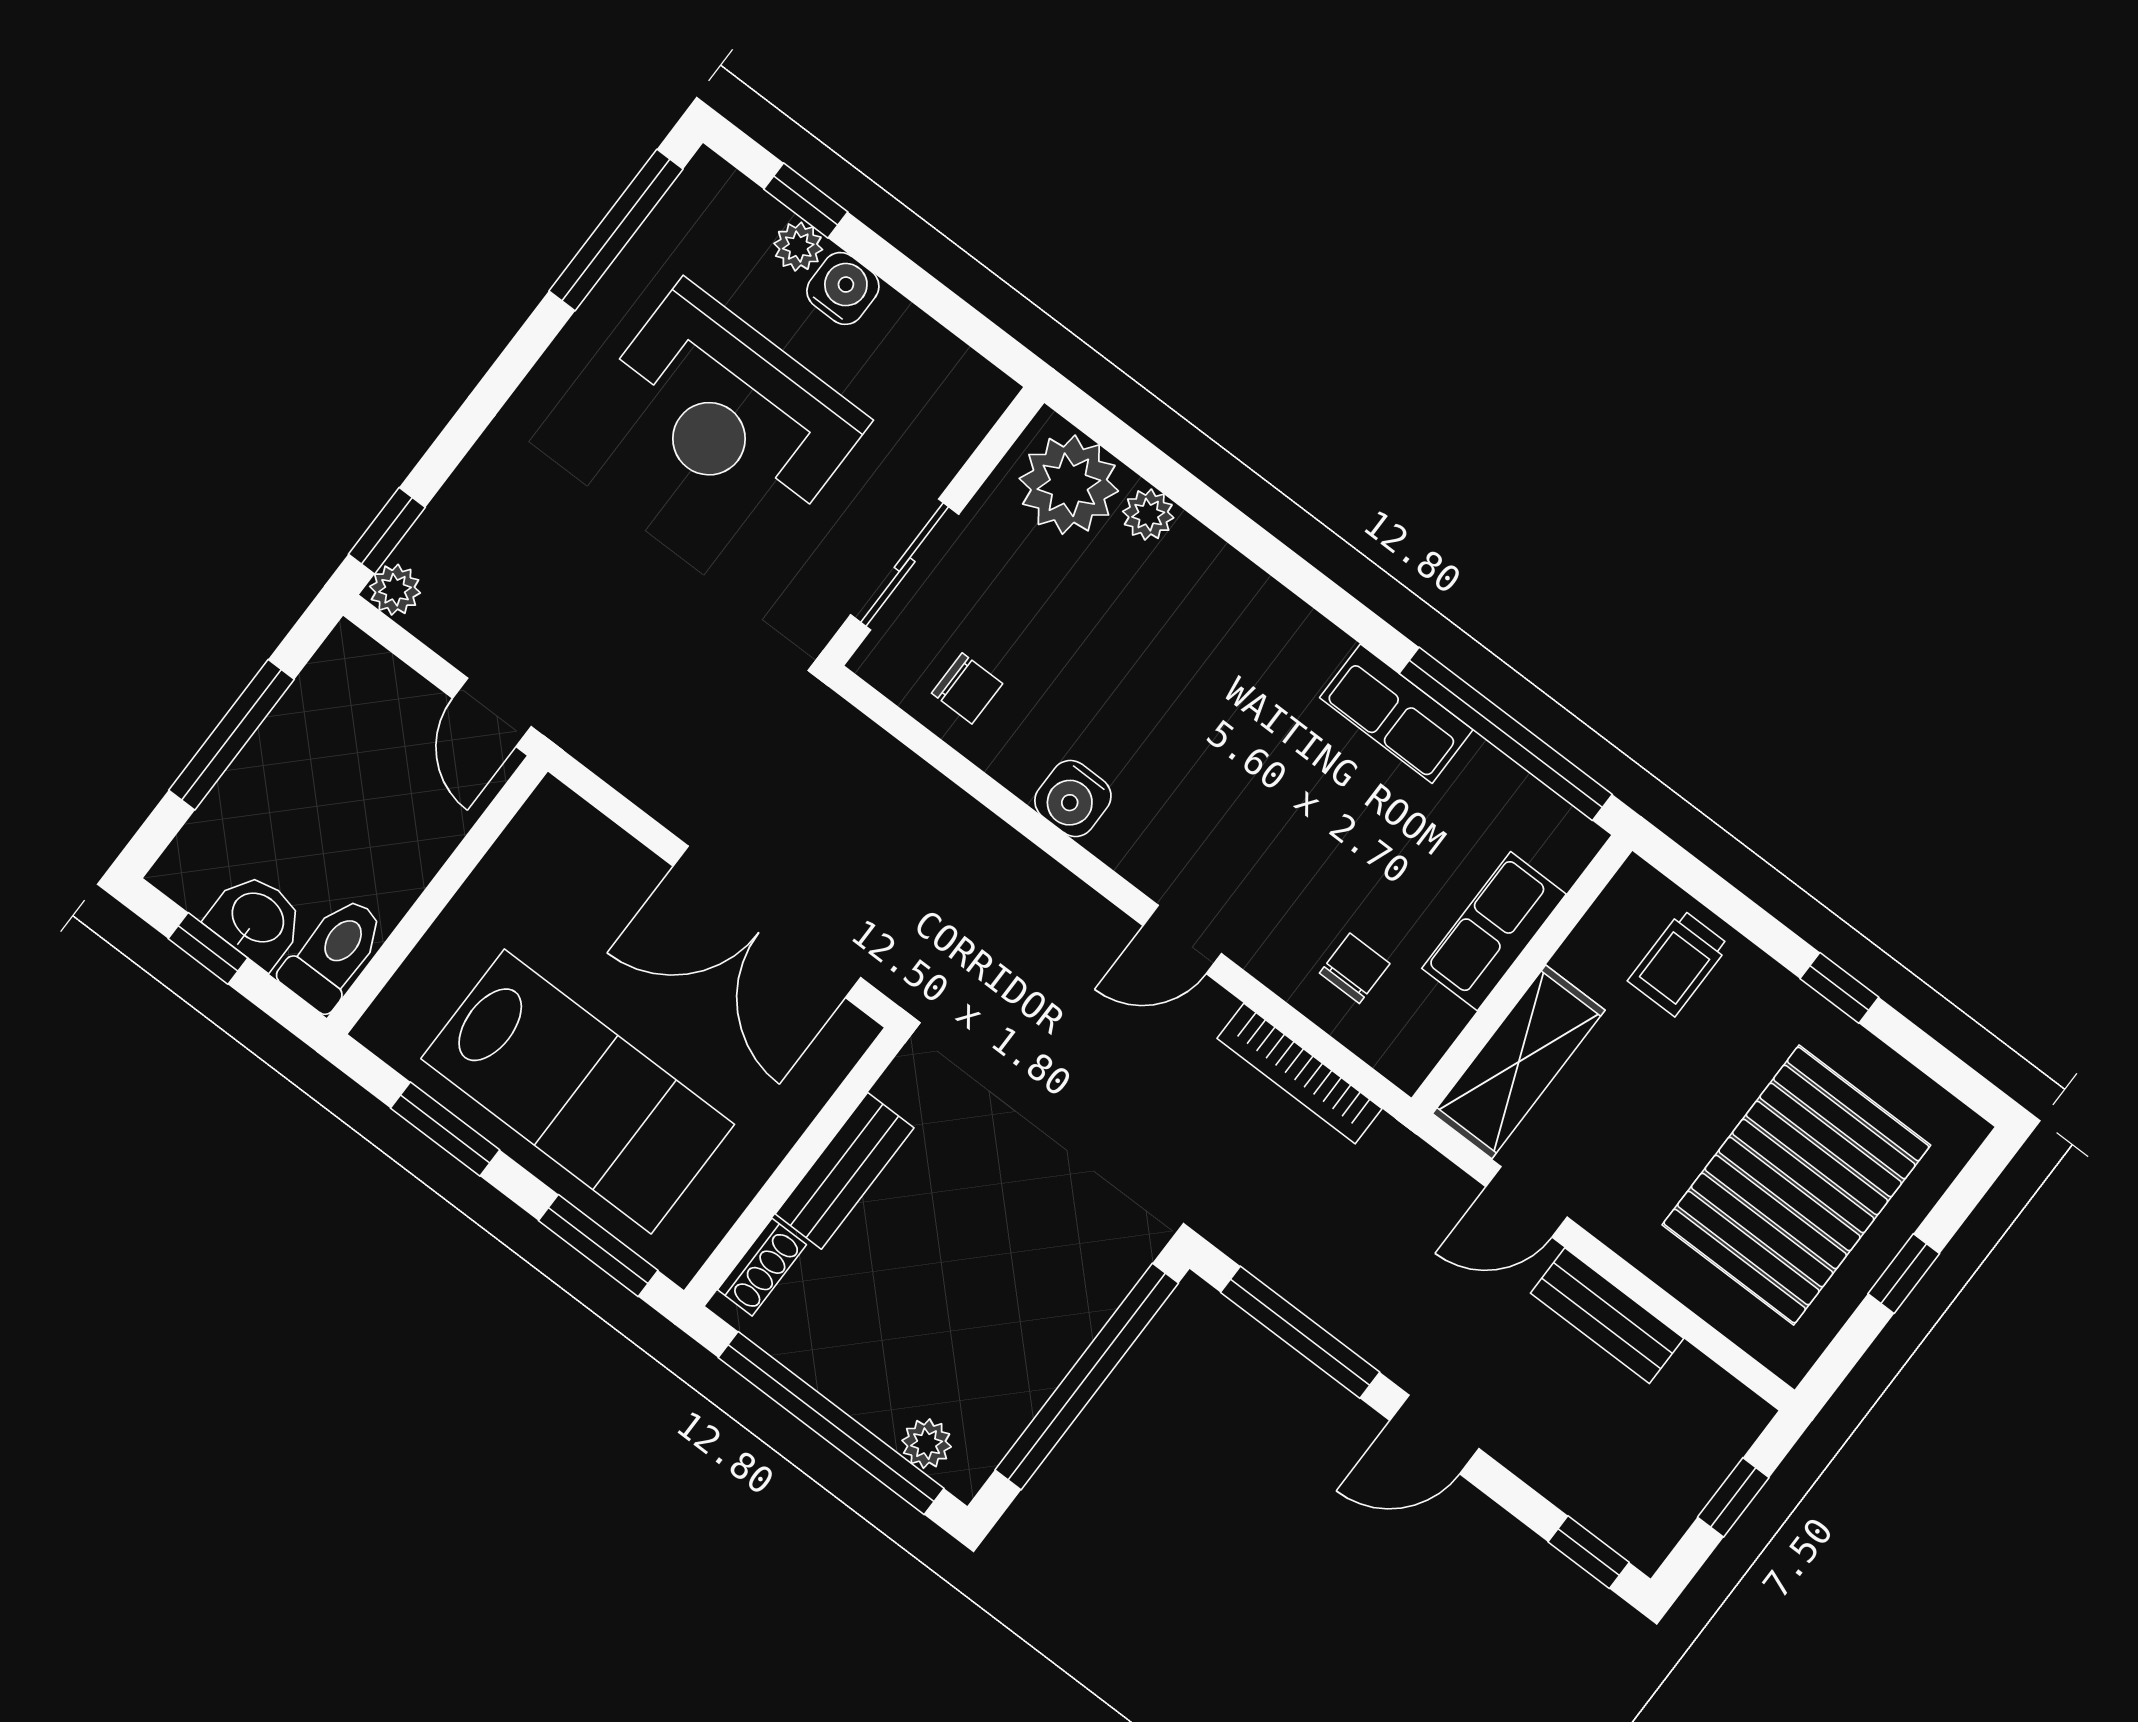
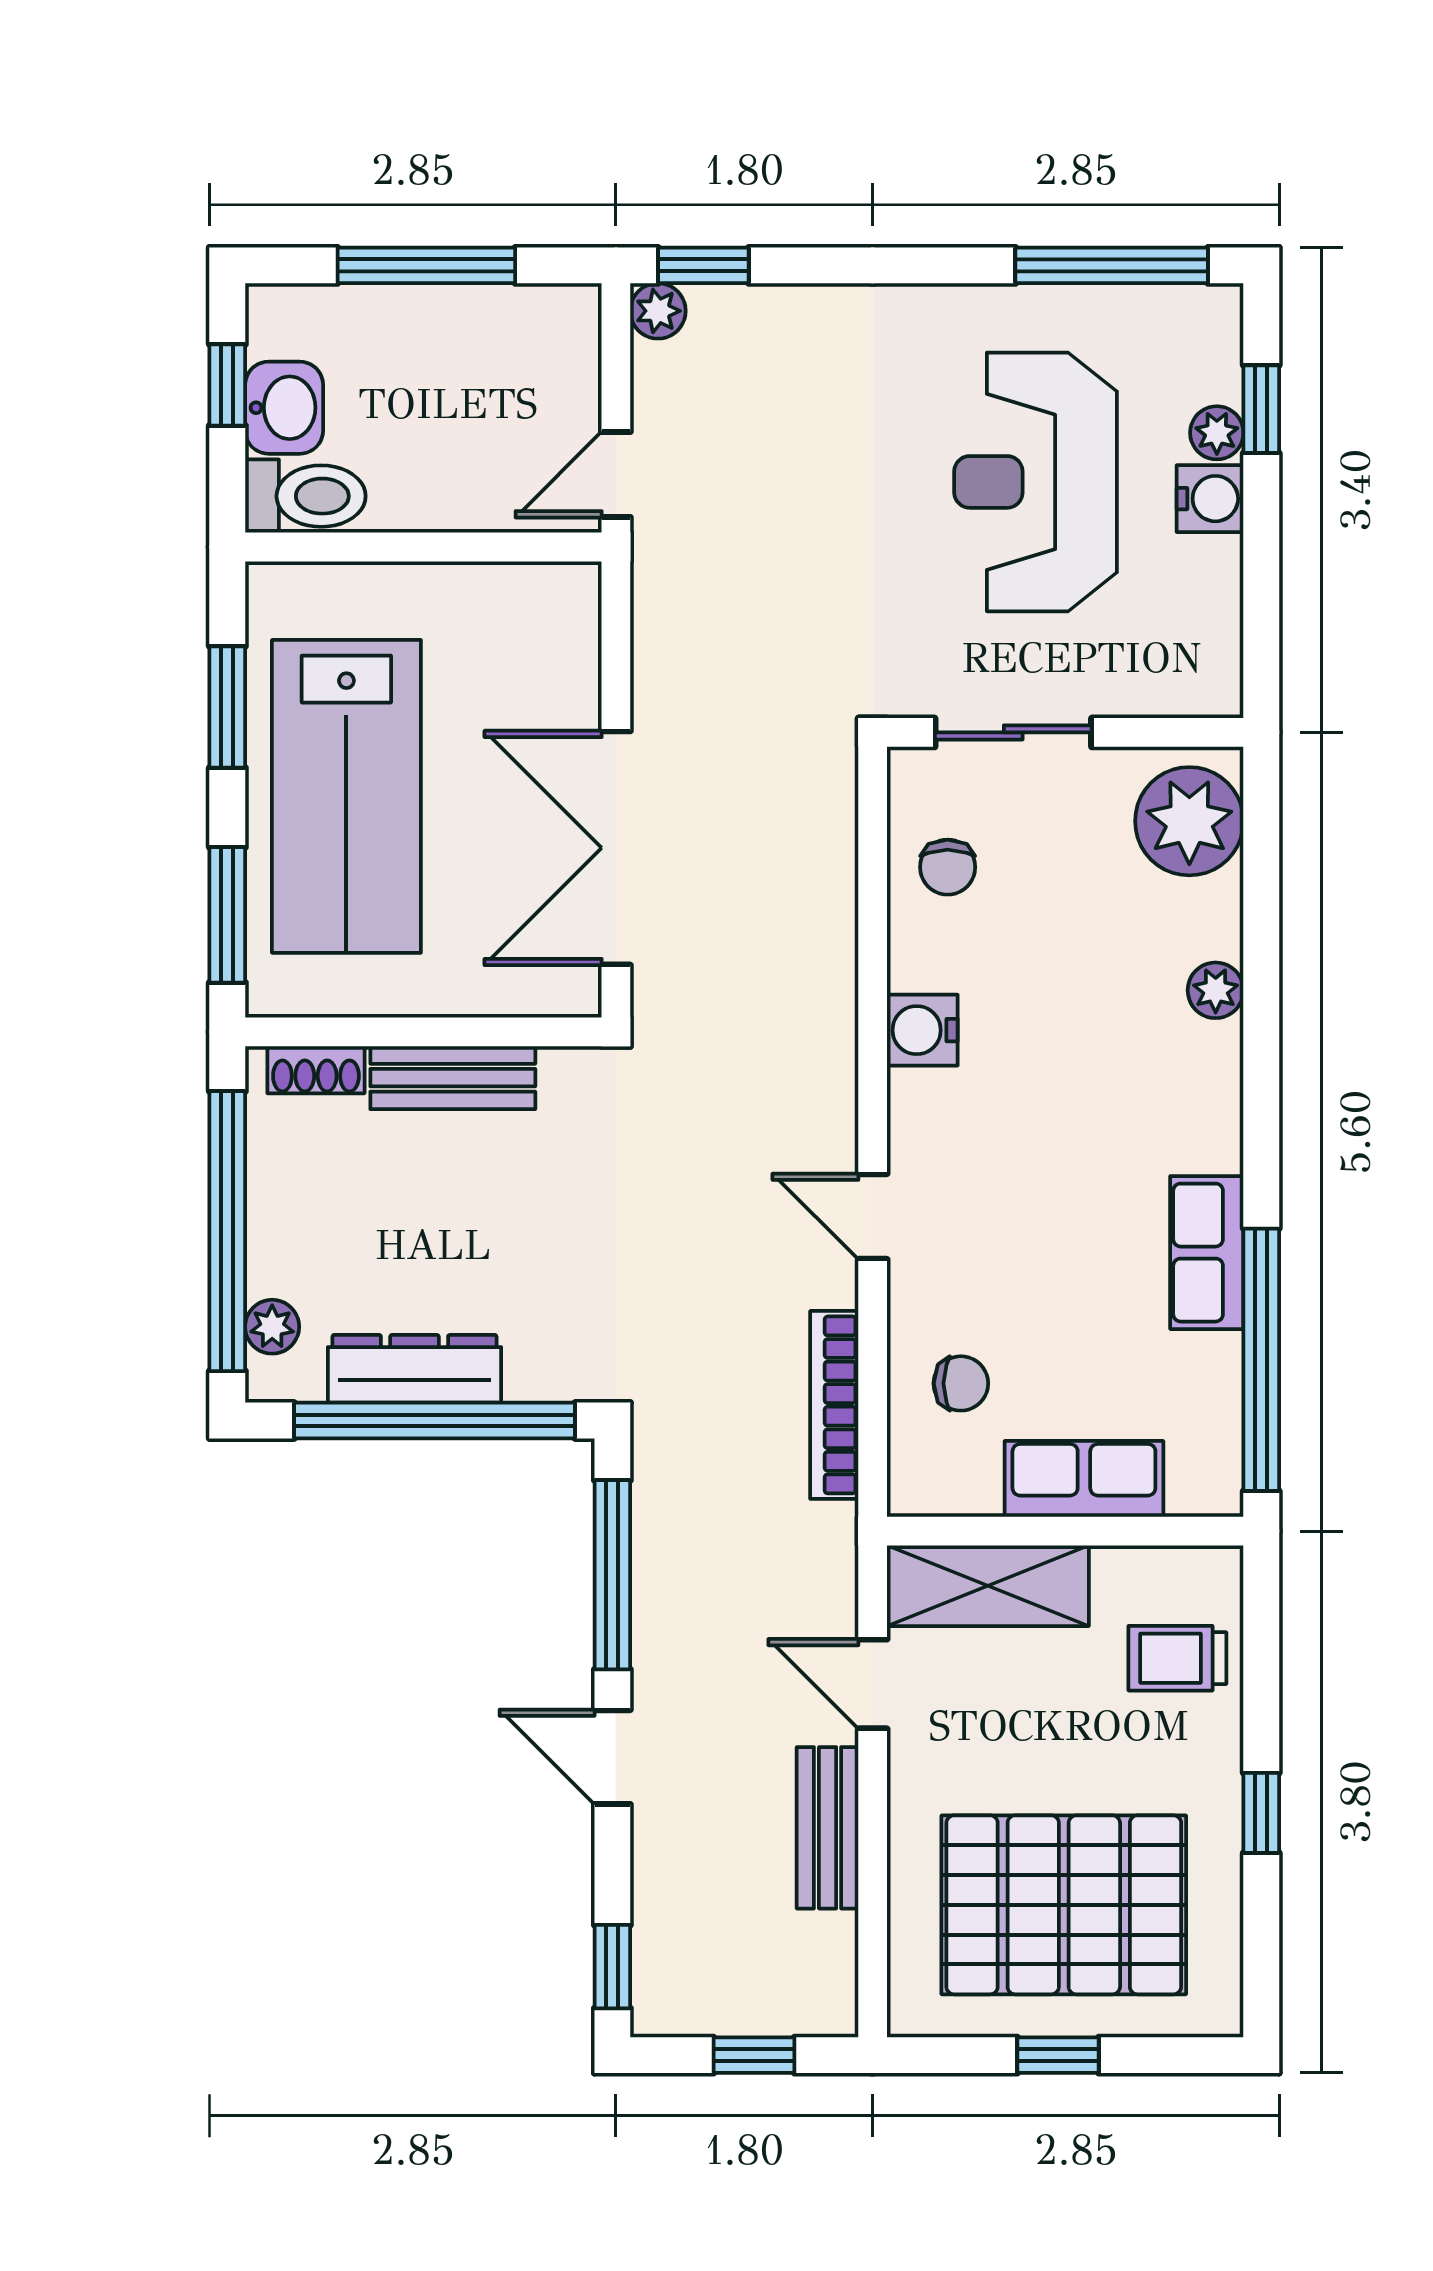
plant: (1148, 515) -> (1216, 990), moved
dresser: (1037, 1362) -> (414, 1369), added

